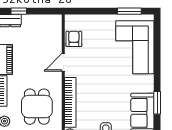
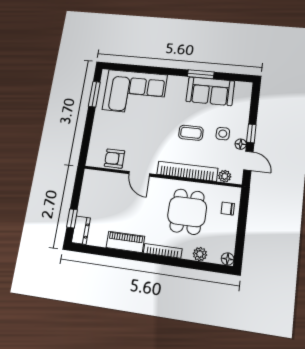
coffee table: (104, 101) -> (191, 133), added
dining table: (37, 107) -> (187, 212), turned 90

